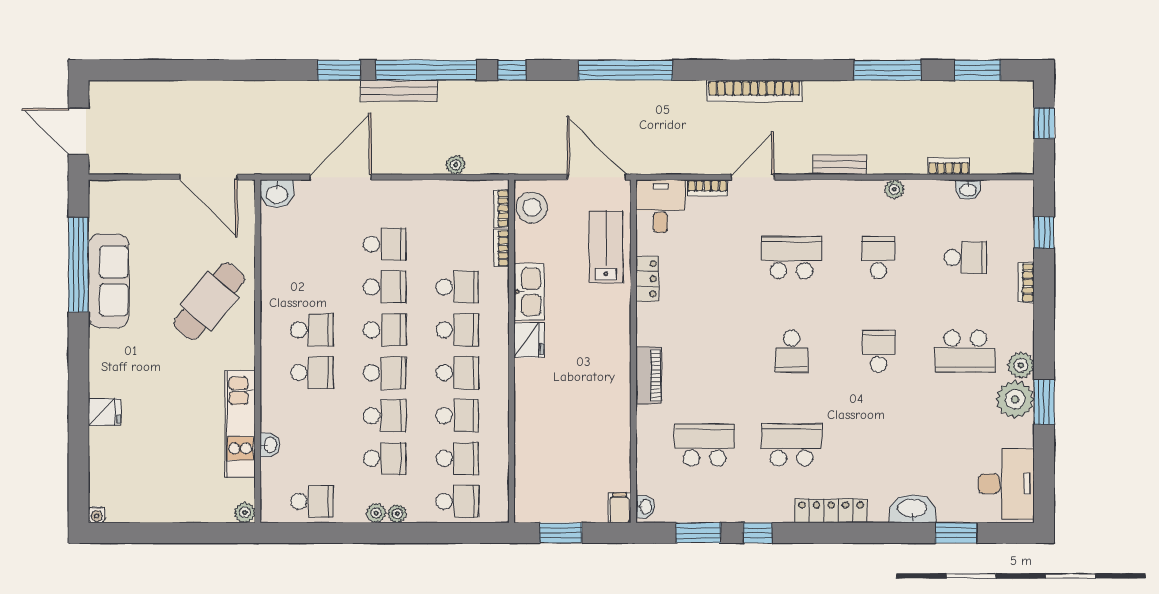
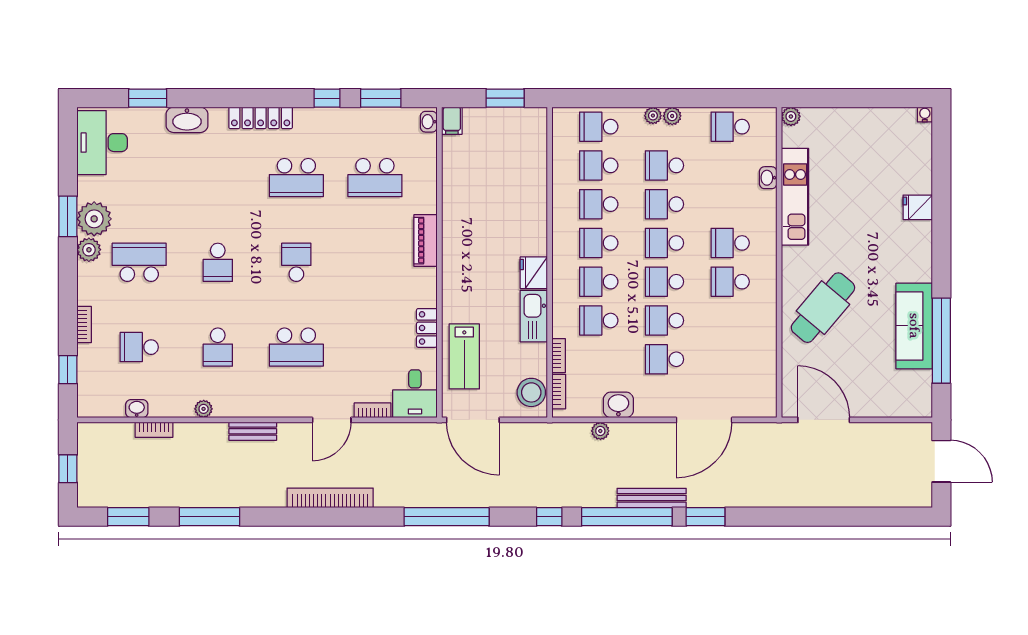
washbasin: (277, 194) -> (618, 405), moved

